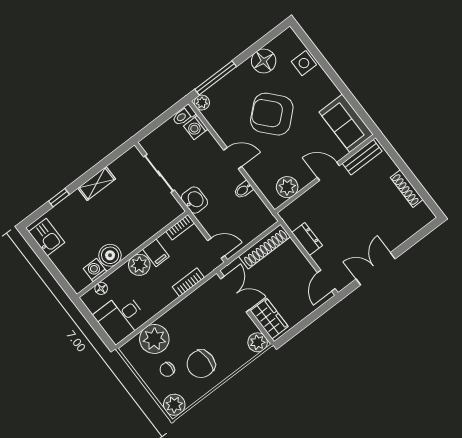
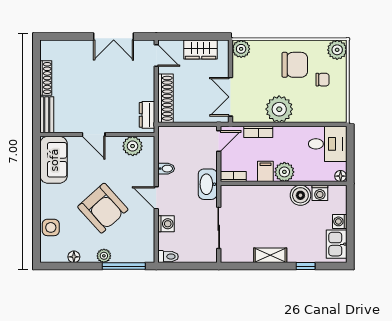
floor lamp: (264, 61) -> (74, 257), width x0.53, depth x0.53
plant: (202, 103) -> (104, 256), moved
washing machine: (196, 128) -> (166, 224), moved
bench: (362, 157) -> (47, 115), moved, turned 90
washbasin: (194, 200) -> (208, 184), width x1.38
dresser: (307, 239) -> (147, 115), moved
shoe rack: (265, 247) -> (166, 98), moved, turned 90
door: (216, 248) -> (219, 141), swing flipped
washing machine: (59, 259) -> (340, 221), added
door: (326, 281) -> (156, 56), hinge flipped
floor lamp: (101, 288) -> (341, 176), moved
wardrobe: (269, 319) -> (201, 50), moved, turned -90
plant: (154, 339) -> (279, 109), moved

